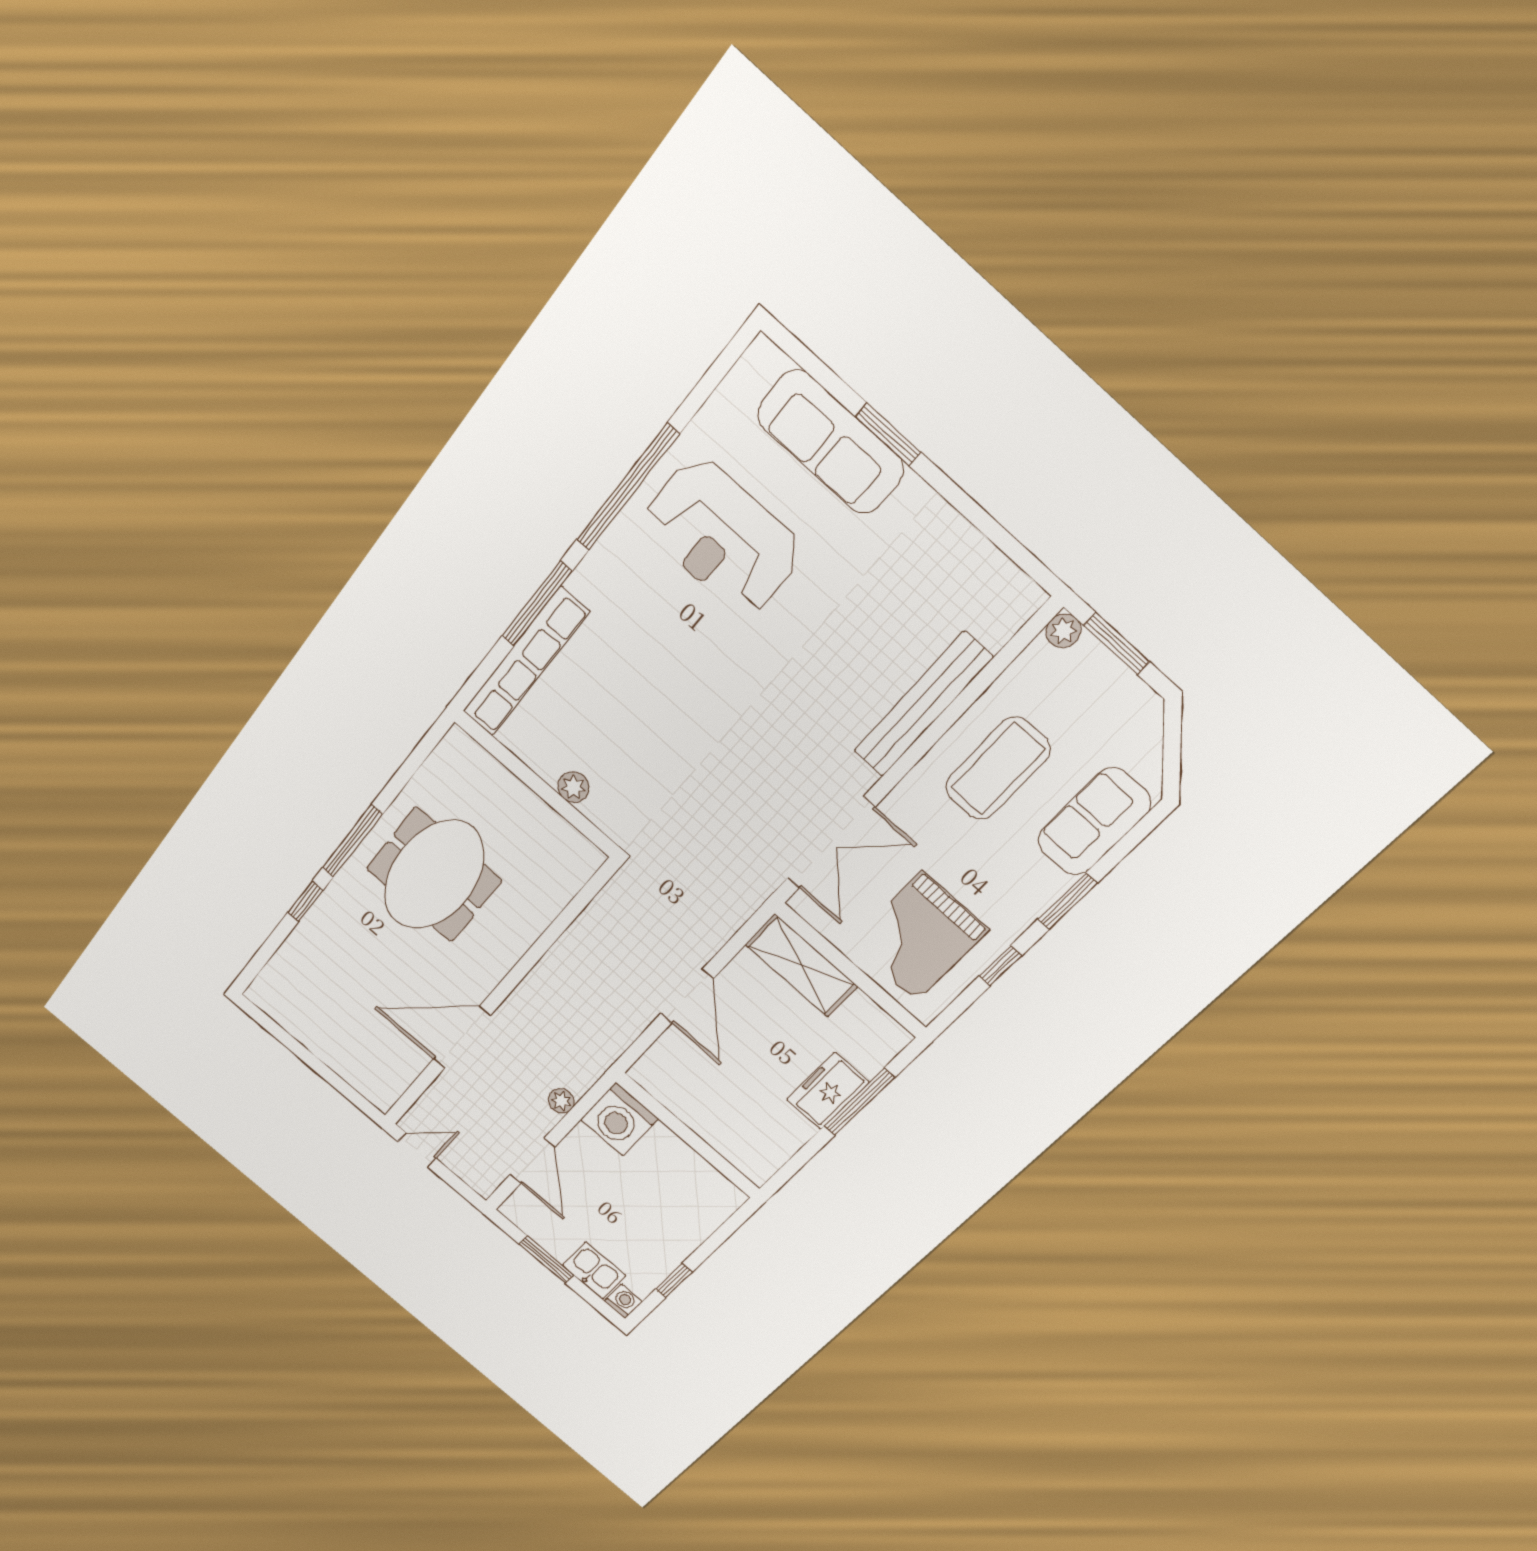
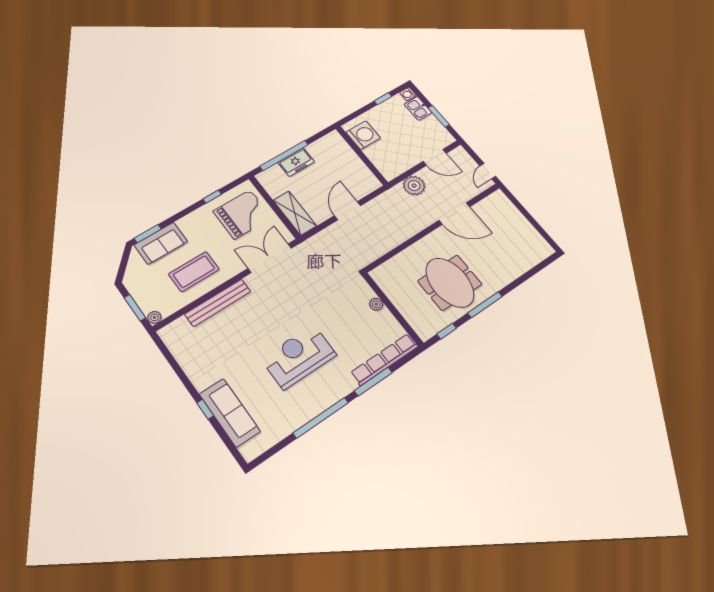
window: (888, 434) -> (205, 409), width x0.67
reception desk: (722, 537) -> (299, 357), moved, turned -90
meeting table: (434, 875) -> (450, 283), turned 90
window: (305, 901) -> (447, 331), moved
window: (1067, 901) -> (148, 234), moved
plant: (561, 1101) -> (414, 186), width x1.87, depth x1.87
window: (859, 1102) -> (284, 155), width x1.46
washing machine: (619, 1119) -> (363, 135), moved
door: (417, 1150) -> (488, 171), hinge flipped
door: (532, 1161) -> (435, 157), swing flipped

